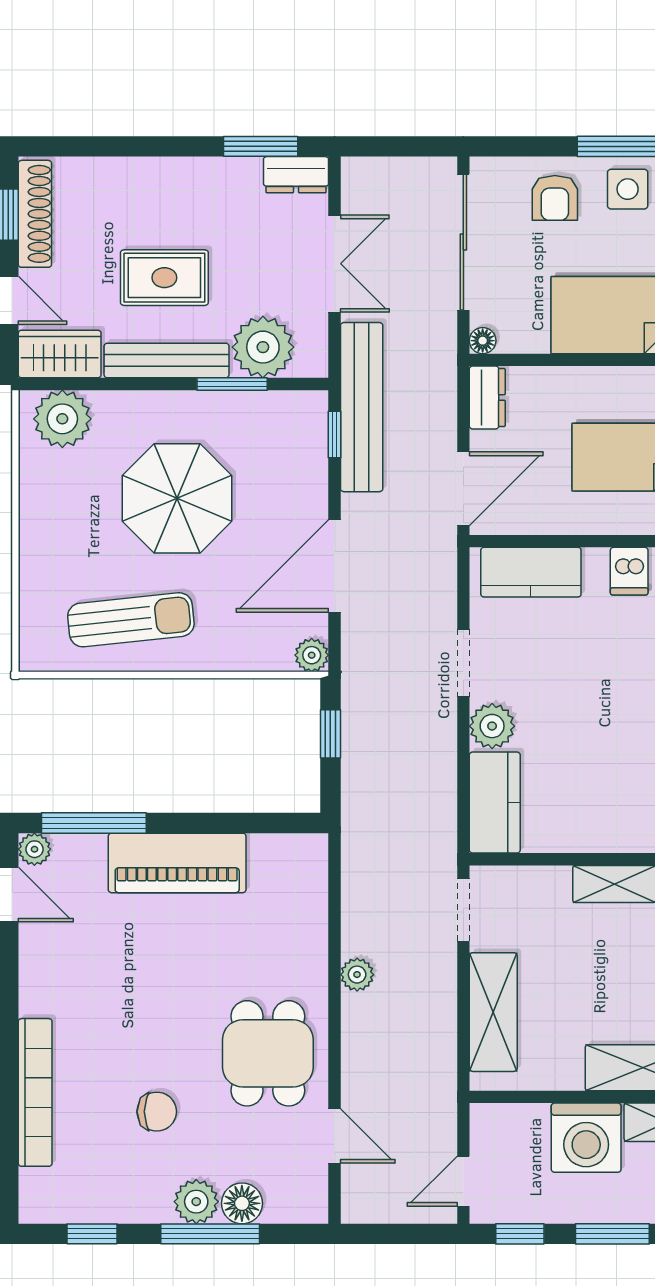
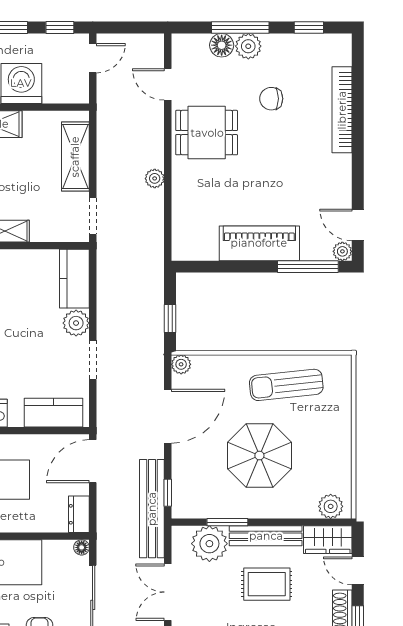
plant: (62, 419) -> (331, 506), width x0.73, depth x0.73
dining table: (268, 1053) -> (207, 133), turned 90

